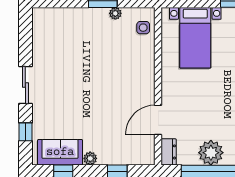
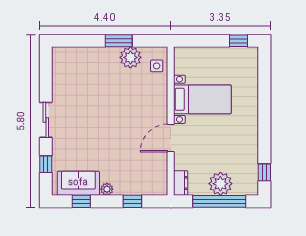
plant: (115, 13) -> (130, 57), width x1.87, depth x1.87
bed with nightstands: (195, 38) -> (202, 99), moved, turned -90
door: (158, 120) -> (171, 138), moved

